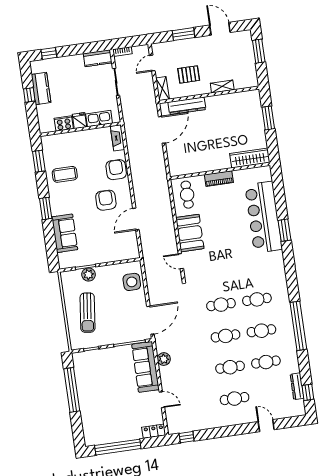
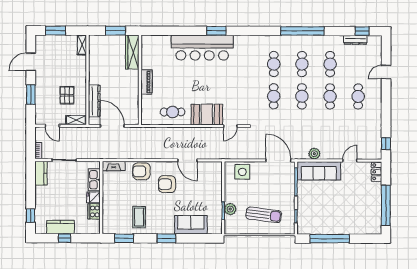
shelving: (222, 87) -> (82, 45), moved
wardrobe: (250, 158) -> (132, 52), moved
wall: (220, 171) -> (140, 80), moved
piano: (219, 179) -> (146, 82), moved

